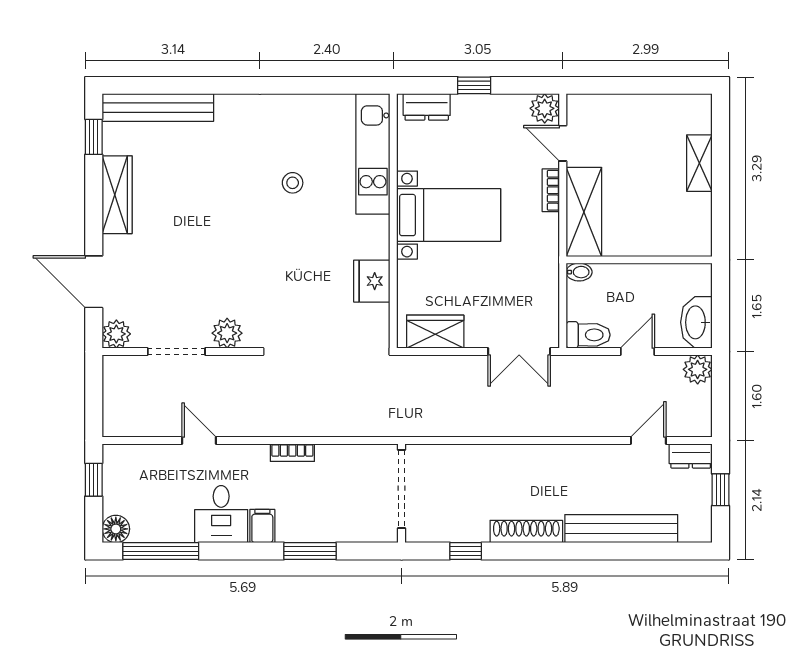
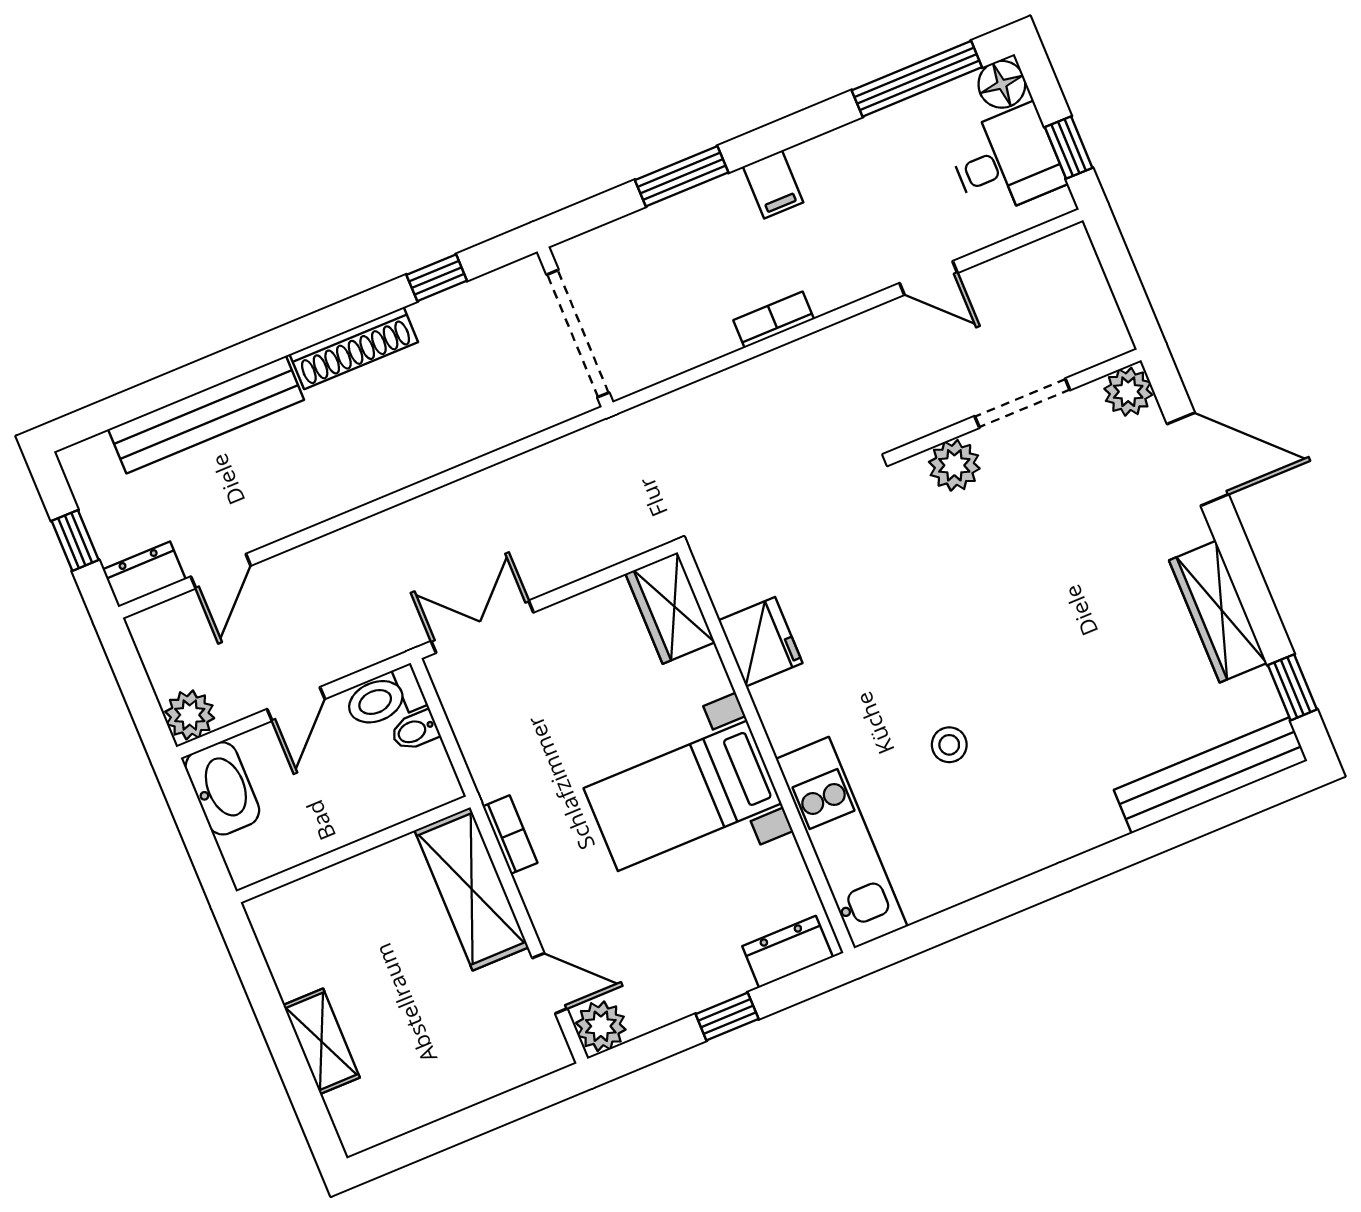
bookcase: (551, 190) -> (510, 835), moved
bidet: (579, 272) -> (415, 731), moved
wardrobe: (435, 332) -> (670, 608), moved, turned 90
desk: (221, 514) -> (1006, 161), moved, turned 90

